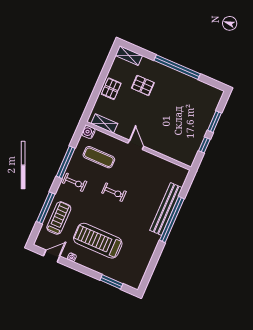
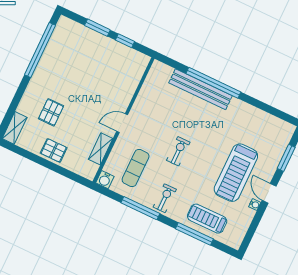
window: (177, 67) -> (40, 50), moved
shelving: (104, 124) -> (101, 149), moved
door: (52, 256) -> (269, 193), moved

